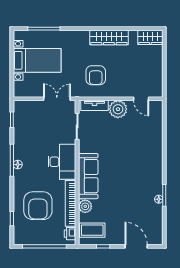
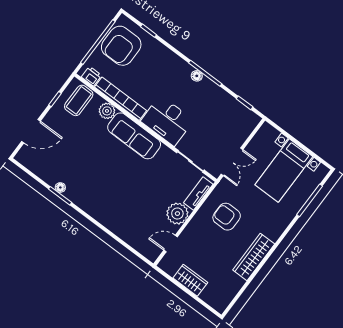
wardrobe: (150, 37) -> (190, 280), moved, turned 90
armchair: (38, 206) -> (121, 46), moved, turned -90

